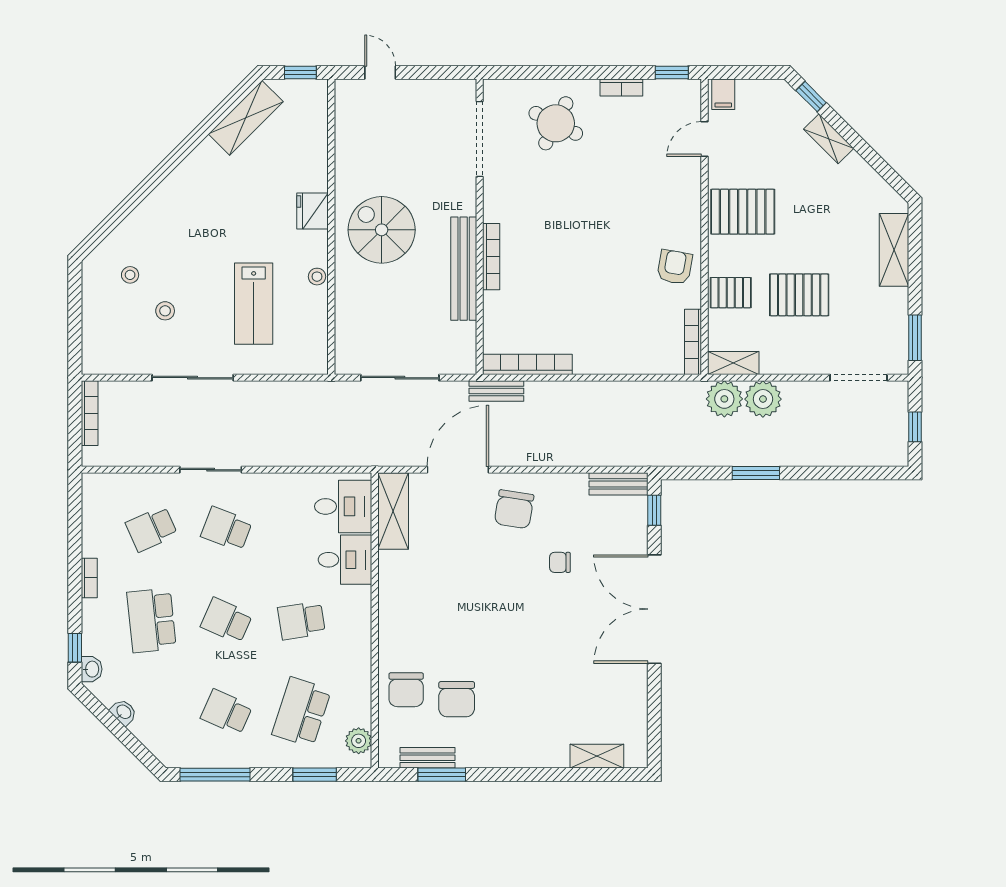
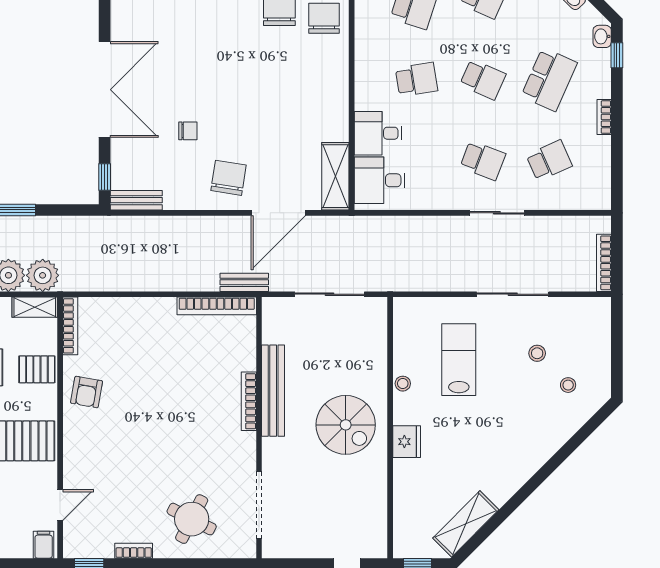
school desk: (151, 620) -> (549, 79), turned 30

